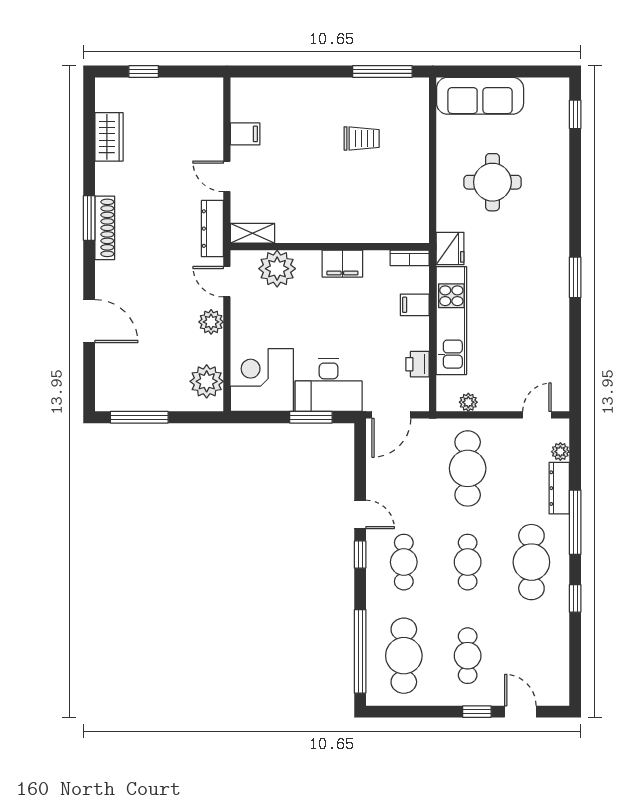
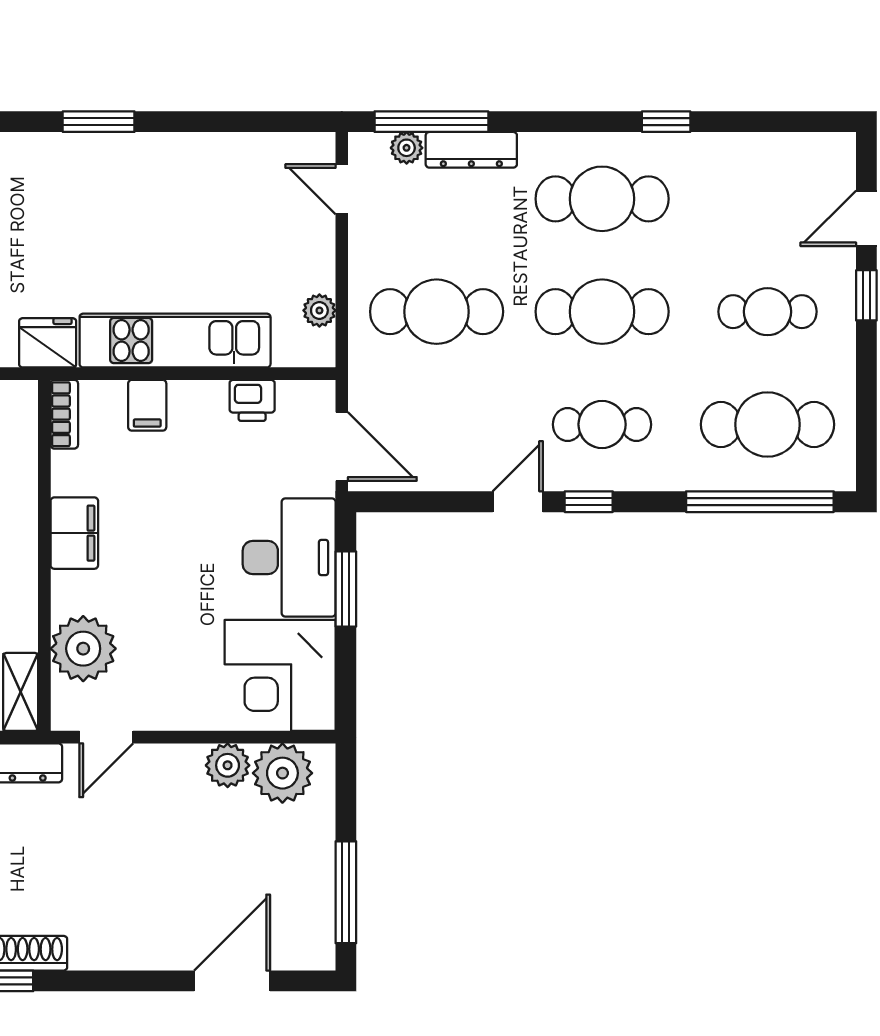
door: (89, 321) -> (232, 981), moved
plant: (211, 322) -> (228, 765), moved
window: (575, 522) -> (431, 122), moved
cafe table: (468, 562) -> (602, 312), width x1.37, depth x1.35

